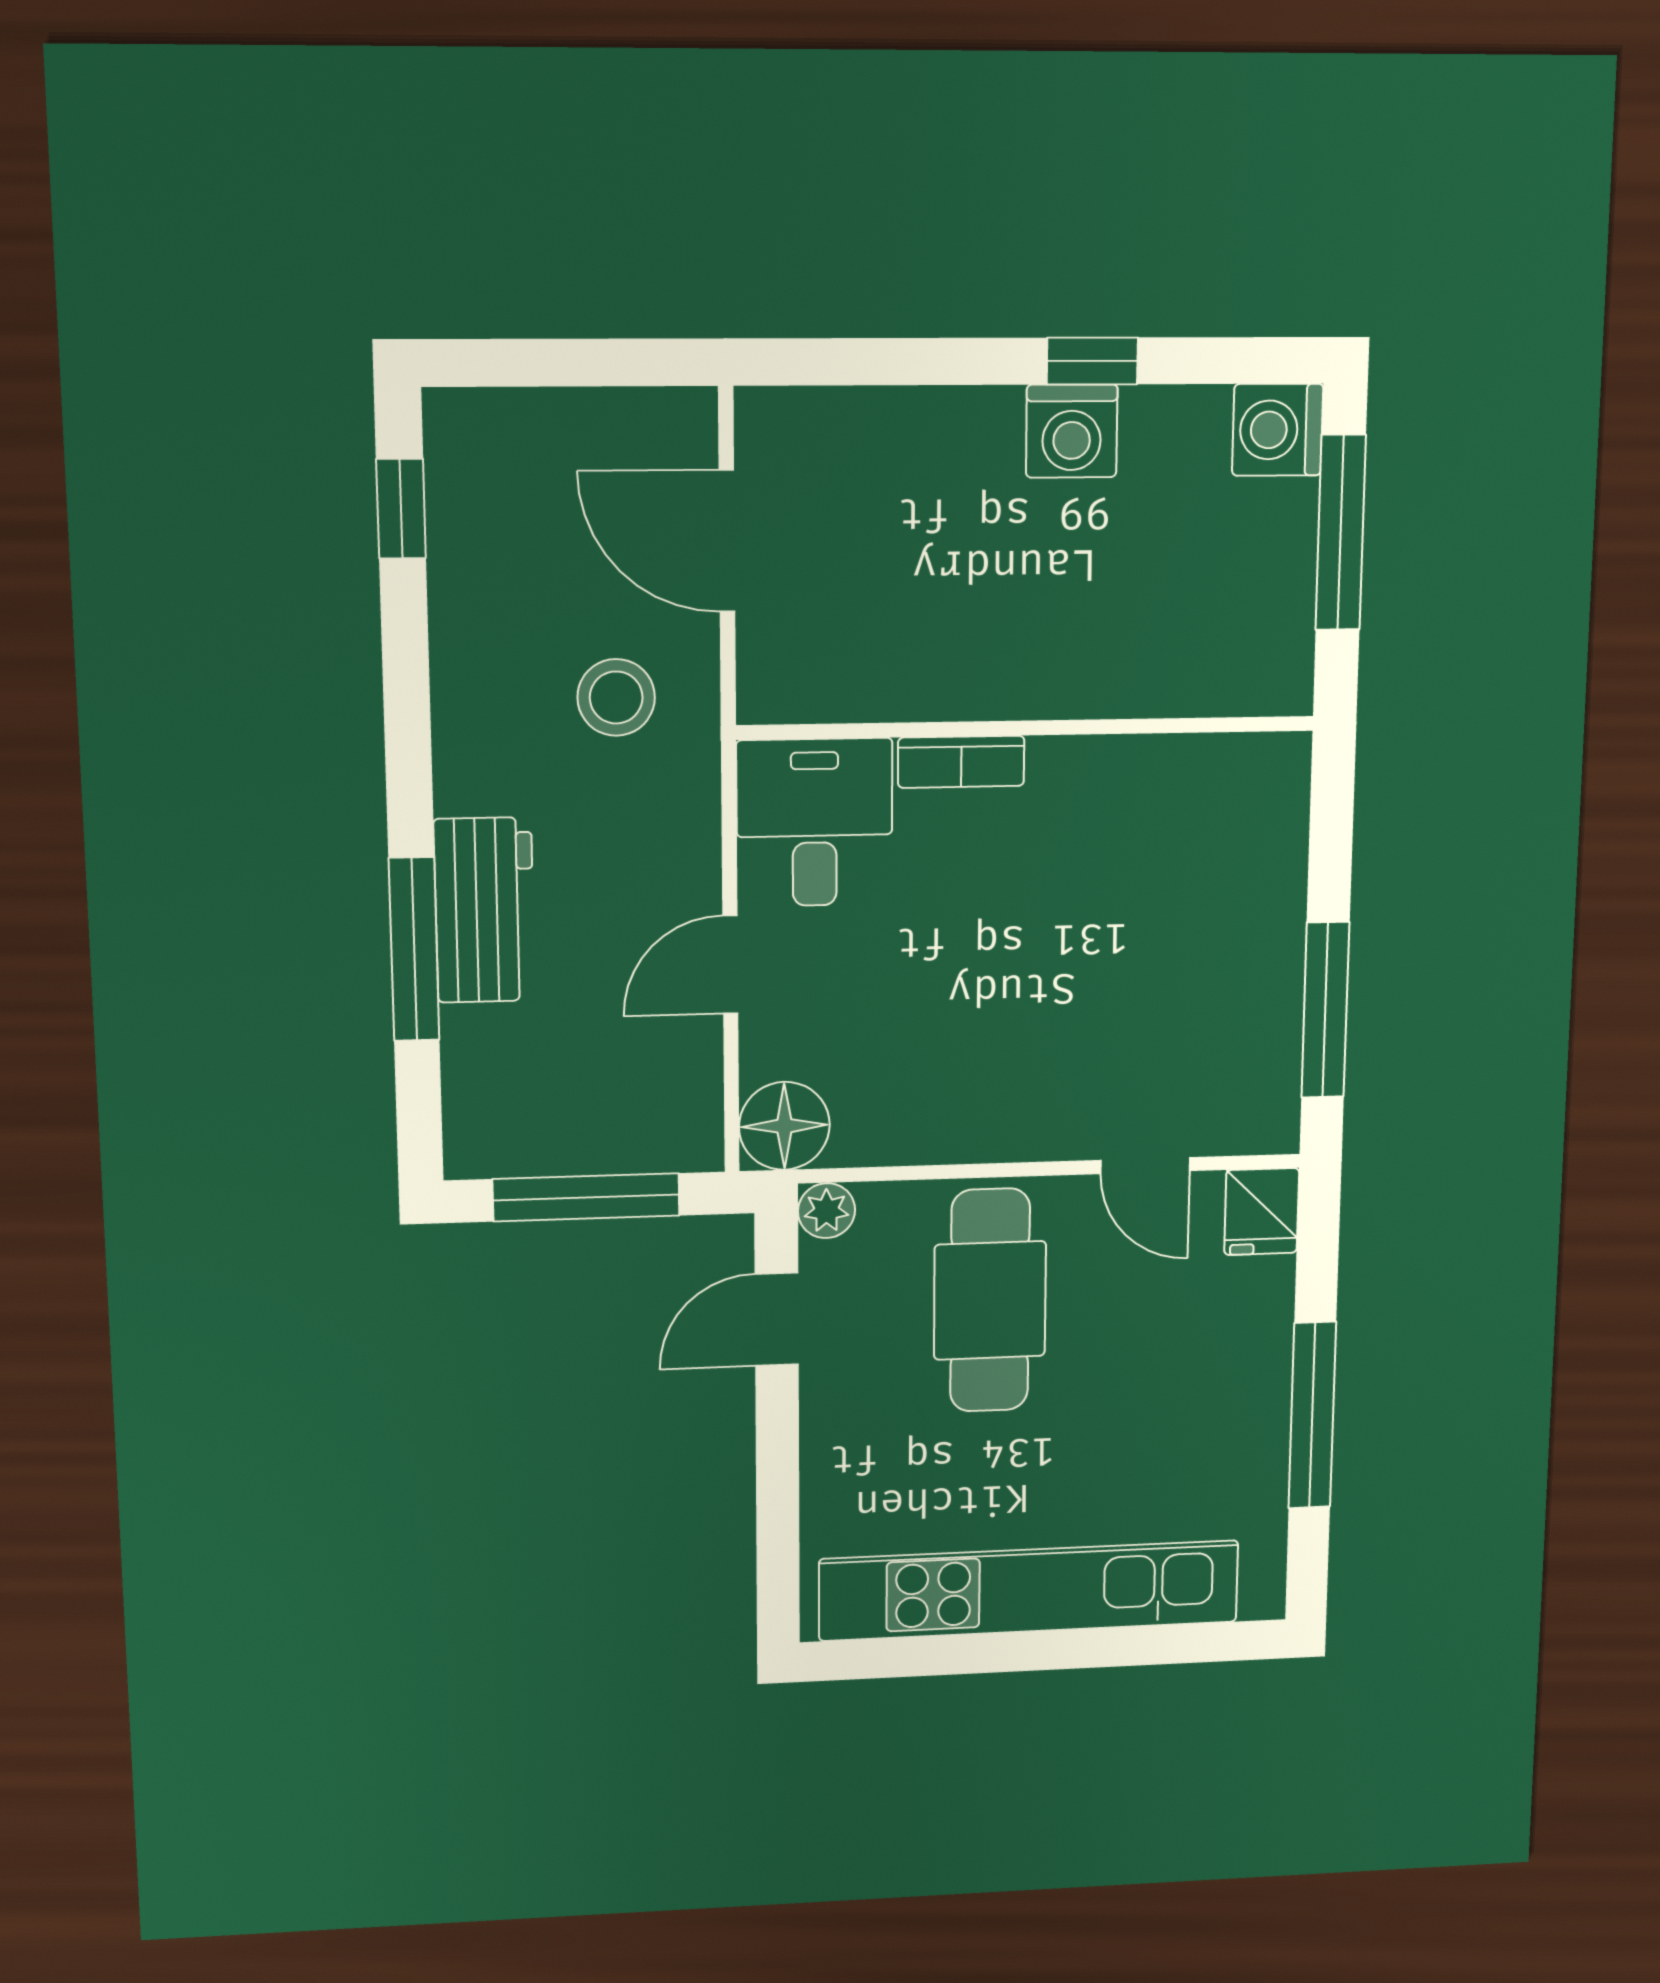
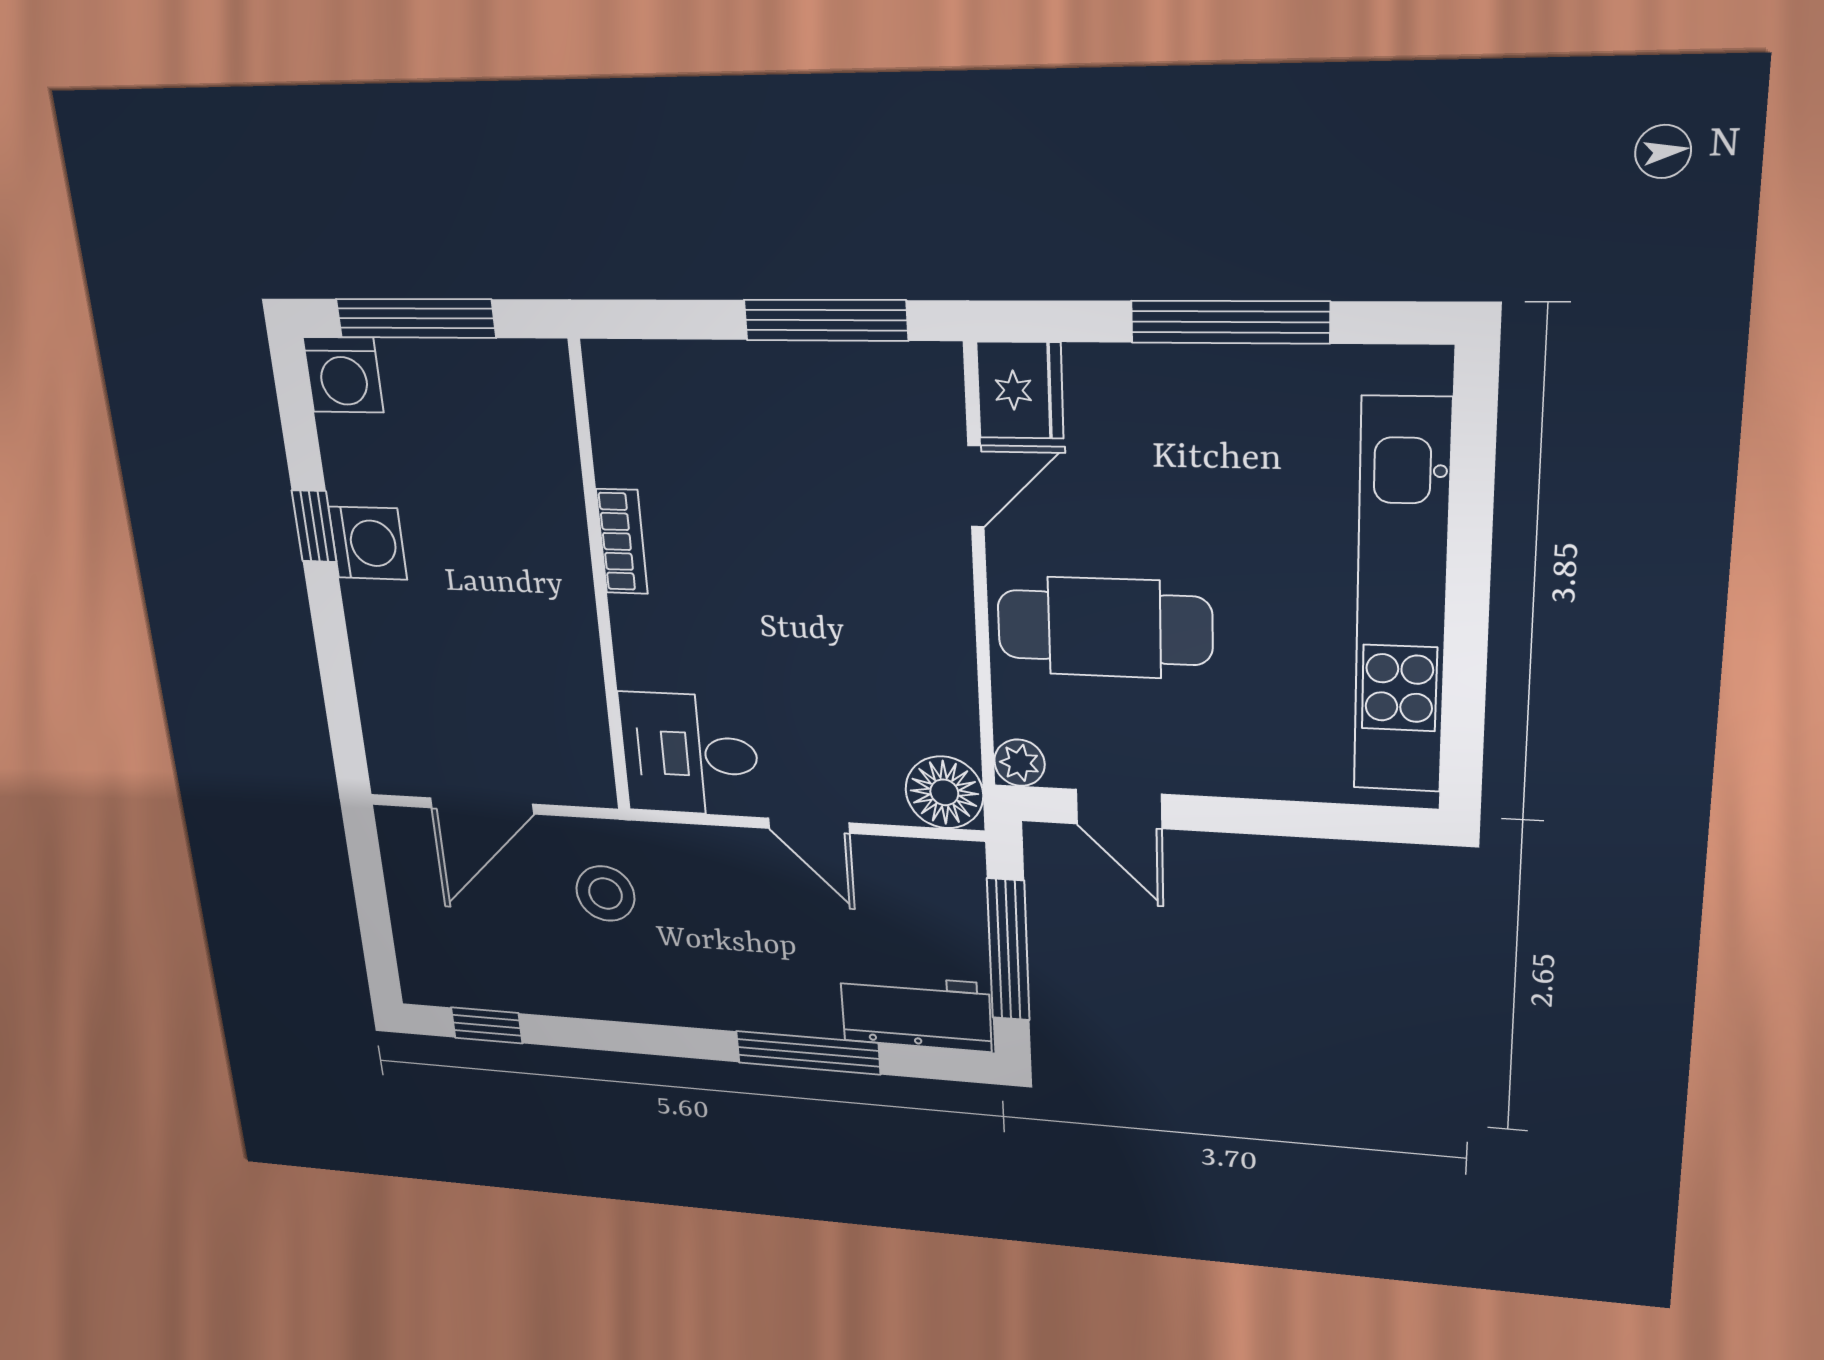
bookcase: (961, 762) -> (622, 542), moved
workbench: (484, 910) -> (916, 1012), moved
fridge: (1262, 1212) -> (1020, 390), width x1.38

